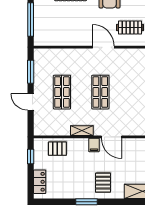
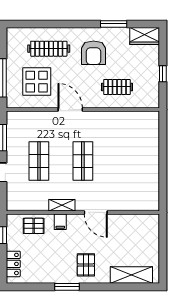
display table: (60, 23) -> (37, 82), added
door: (103, 47) -> (70, 110), moved
filing cabinet: (94, 145) -> (60, 222), moved

